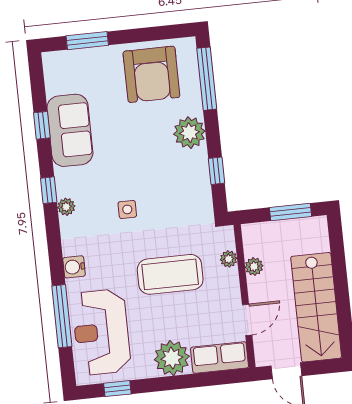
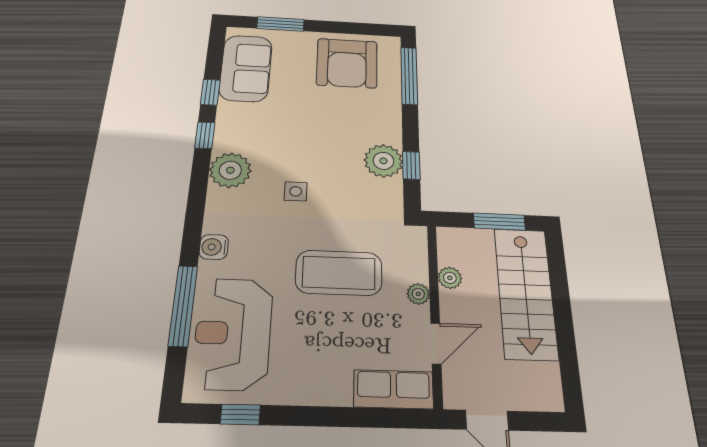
sofa: (70, 130) -> (246, 68), moved
plant: (189, 133) -> (383, 161), moved
window: (49, 190) -> (205, 135), moved
plant: (66, 207) -> (230, 170), width x1.88, depth x1.88
plant: (229, 259) -> (418, 294), moved
stairs: (316, 307) -> (525, 292), moved
plant: (172, 358) -> (326, 381), removed

